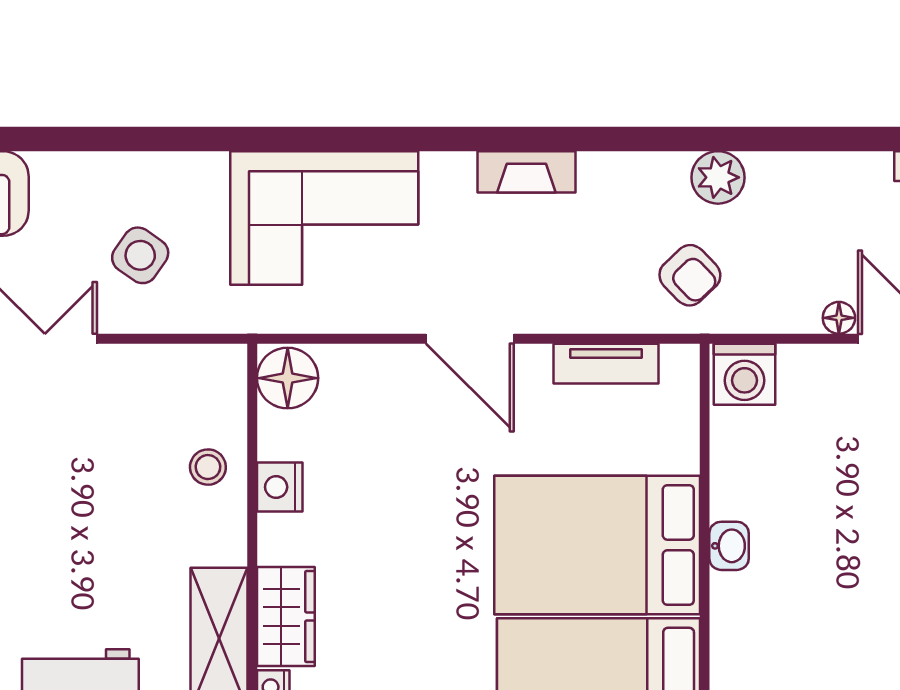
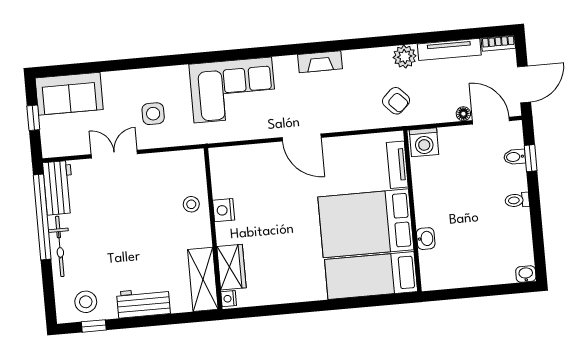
tv unit: (820, 170) -> (449, 49), added
side table: (140, 255) -> (153, 114), turned -35
tv unit: (606, 364) -> (397, 165), moved, turned 90
floor lamp: (288, 378) -> (223, 162), removed
washbasin: (729, 546) -> (426, 239), moved

